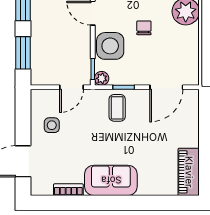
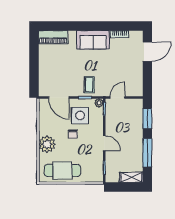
side table: (110, 46) -> (80, 115), moved
door: (166, 87) -> (59, 97), swing flipped
side table: (52, 125) -> (130, 74), removed
piano: (189, 172) -> (53, 37), moved, turned 90

